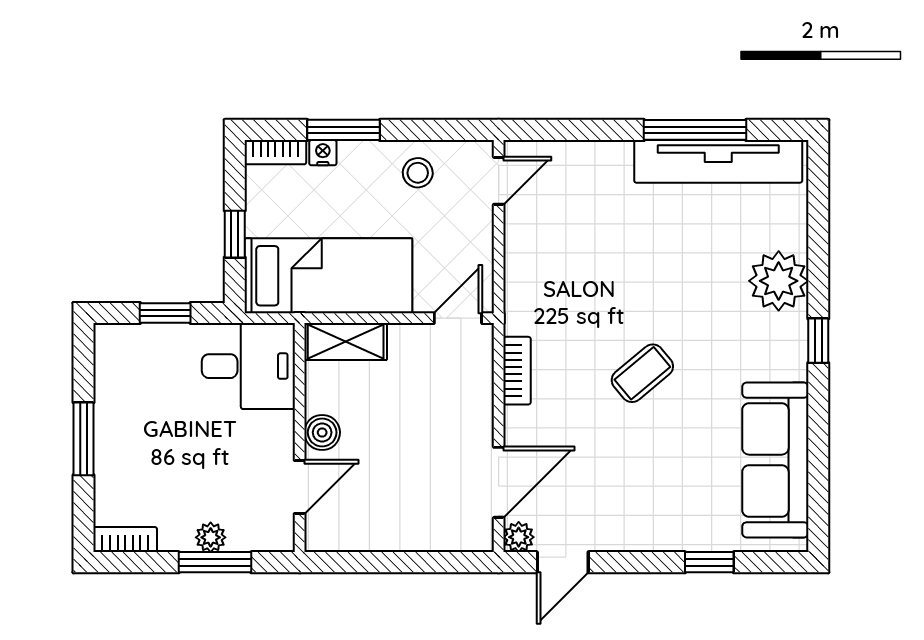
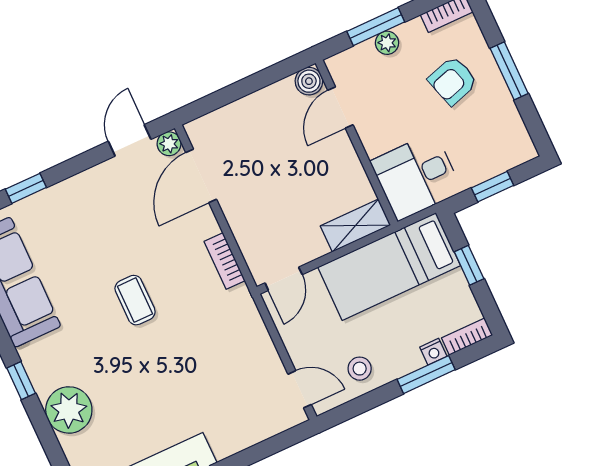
door: (499, 181) -> (300, 389), swing flipped
coffee table: (642, 373) -> (135, 300), turned -50
boiler: (322, 432) -> (309, 81), moved
armchair: (154, 458) -> (453, 81), added

